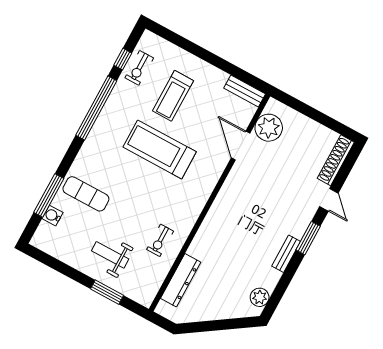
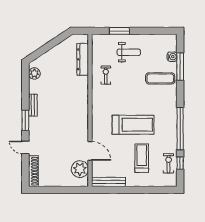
bench: (245, 91) -> (108, 182), width x1.36

